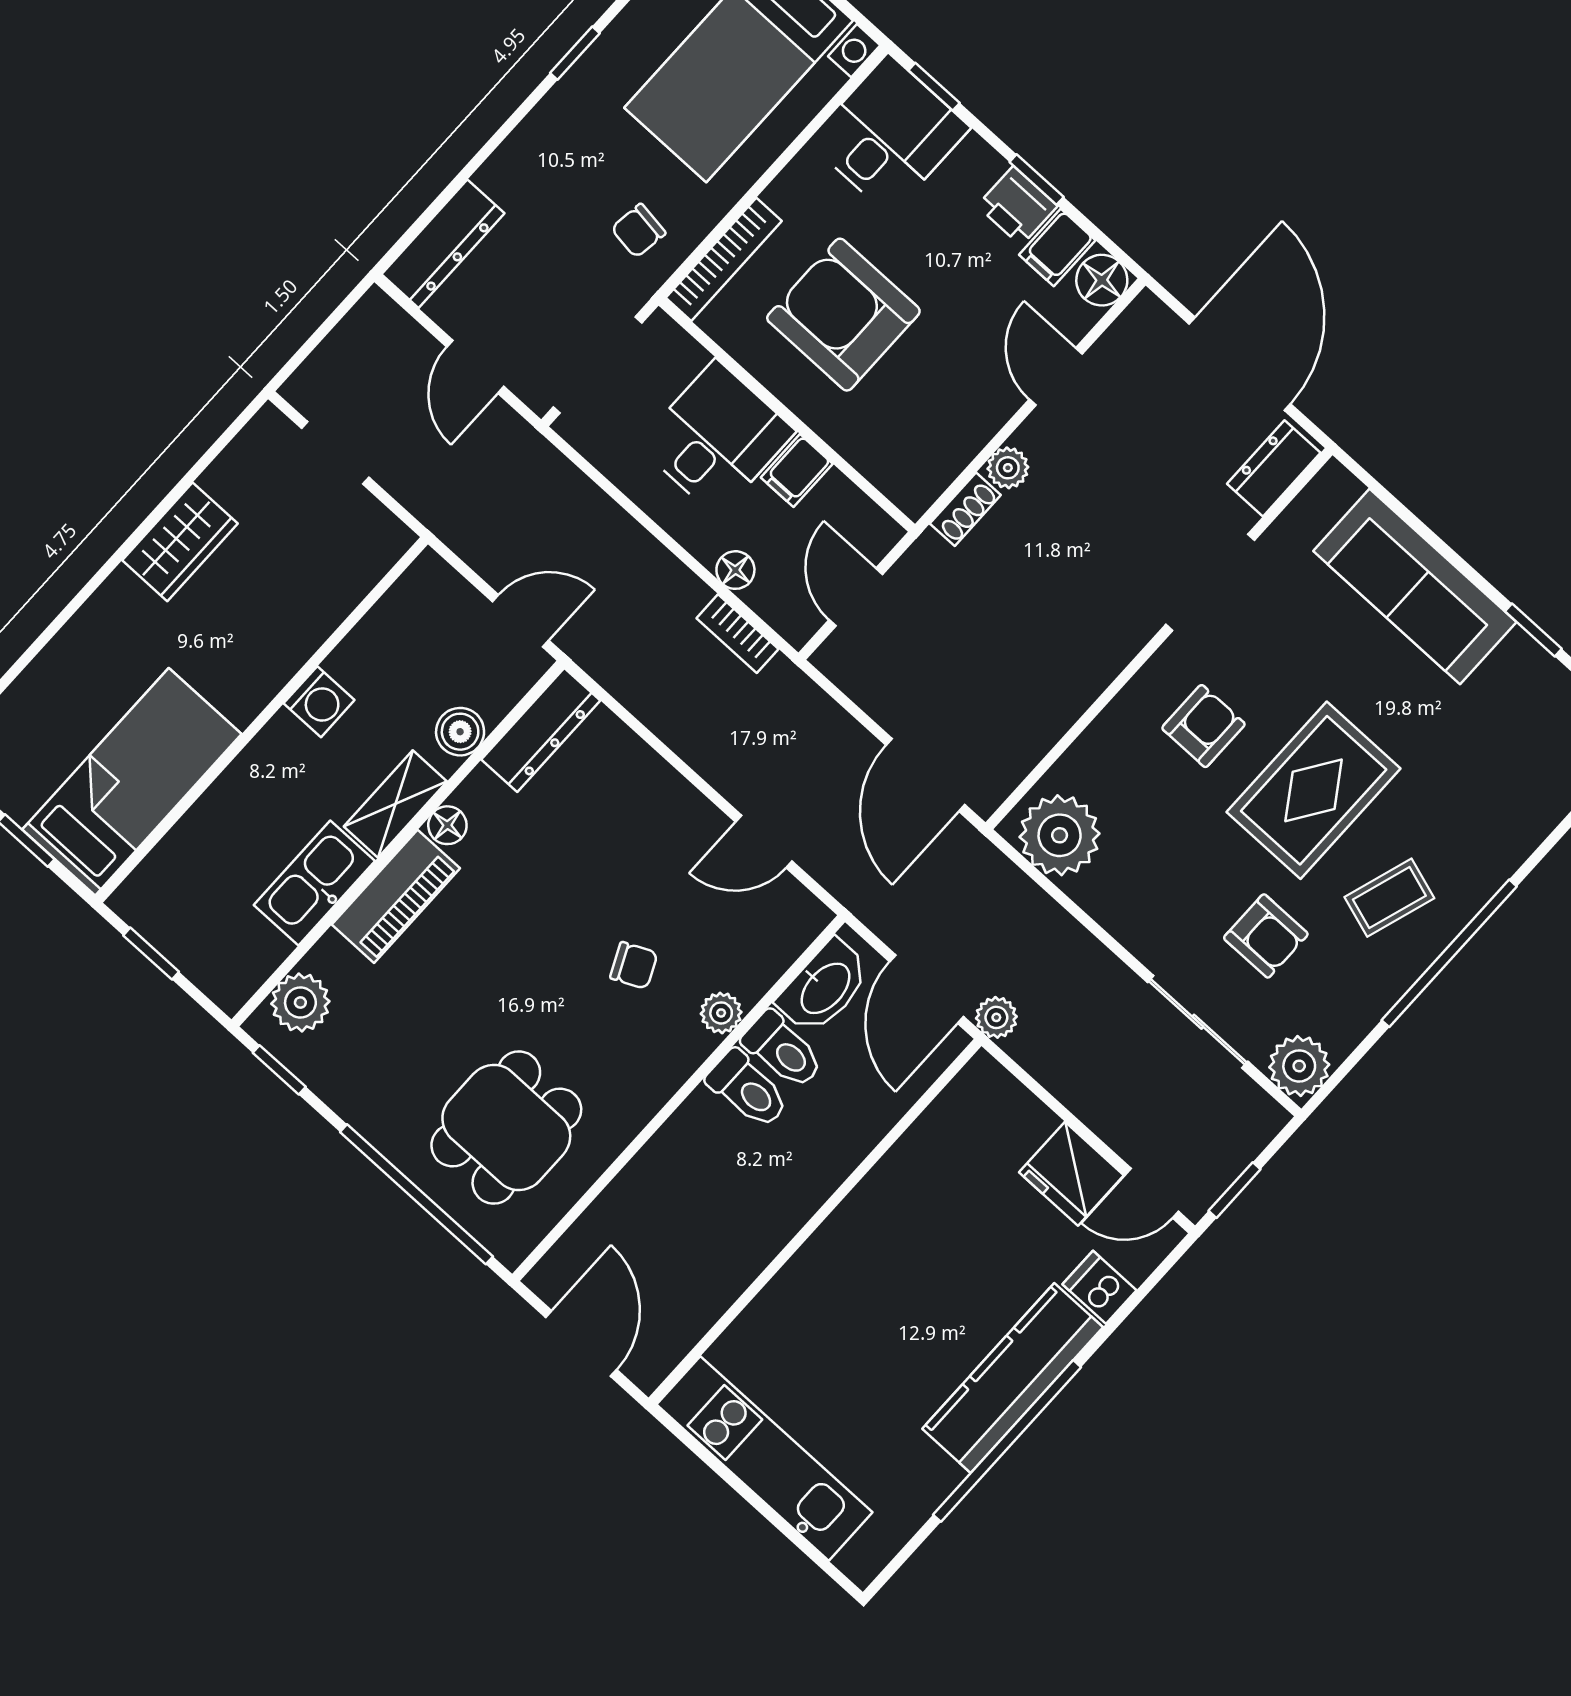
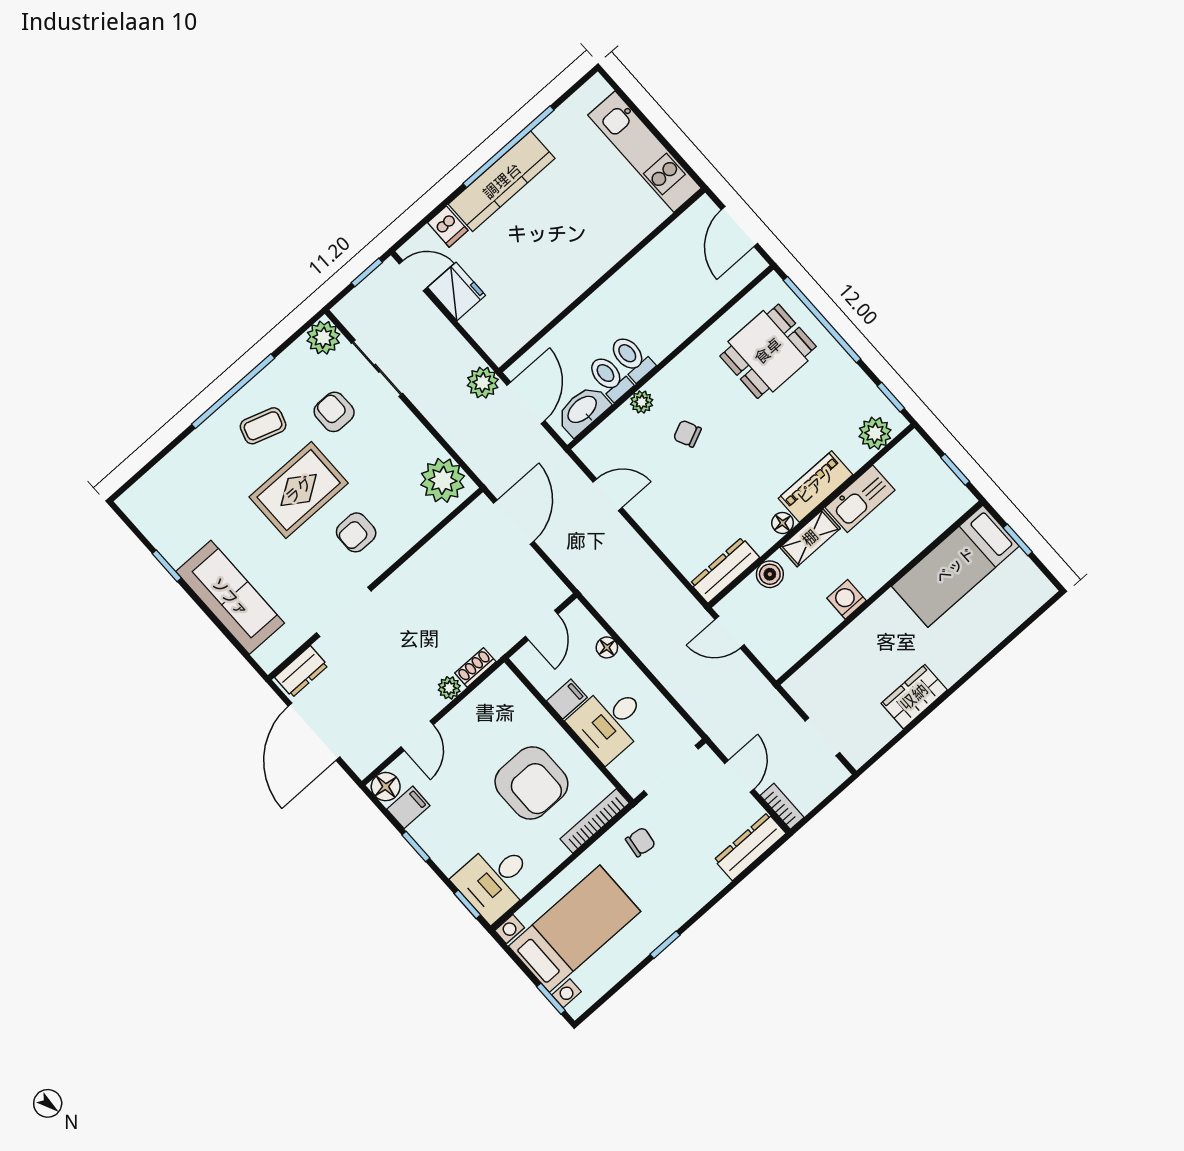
printer: (1017, 206) -> (428, 833), removed
bookcase: (737, 634) -> (782, 806), moved
plant: (996, 1017) -> (483, 383), width x1.38, depth x1.38

